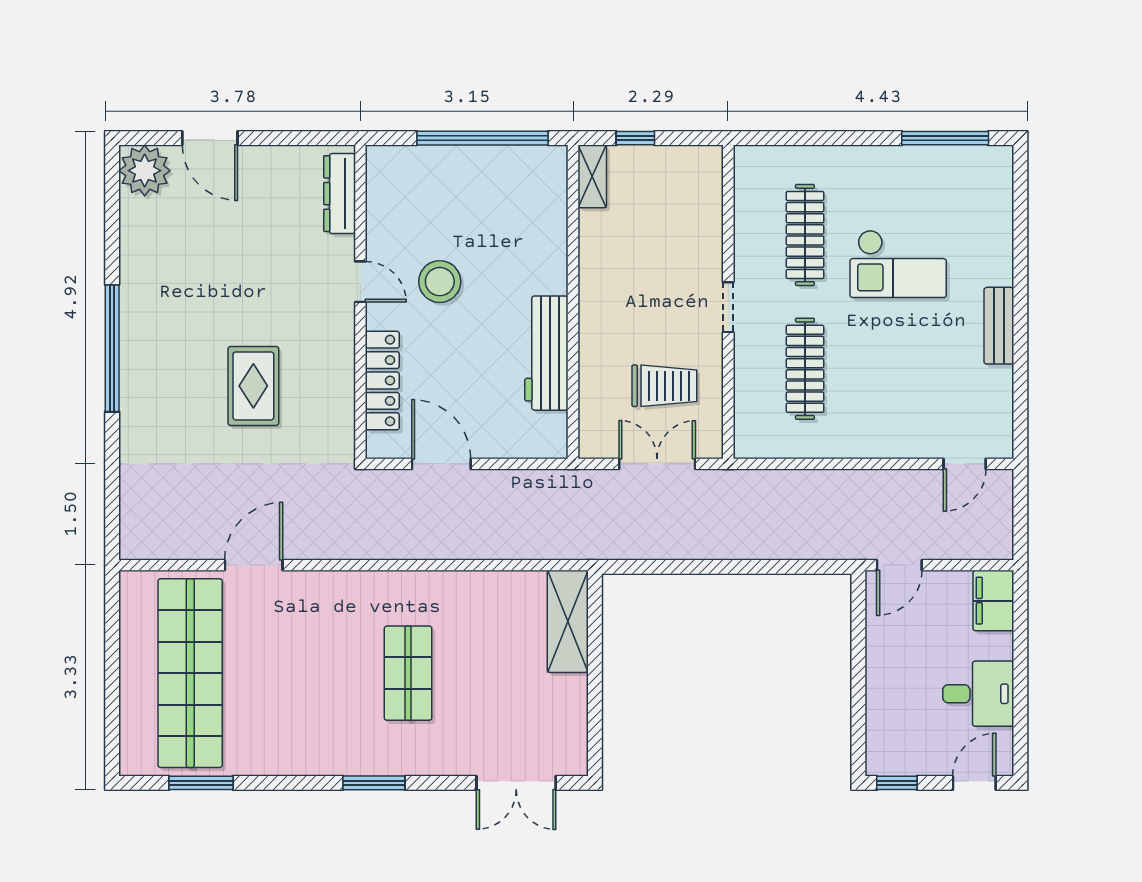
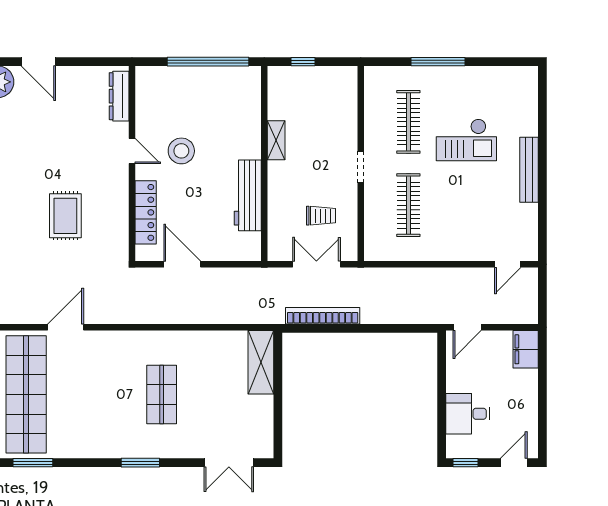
window: (945, 138) -> (438, 62), moved
shelving: (592, 176) -> (276, 140), moved
bench: (999, 326) -> (529, 170), width x1.36
trolley: (664, 386) -> (321, 216), width x0.73, depth x0.72
bookcase: (667, 547) -> (323, 316), added
desk: (978, 694) -> (468, 414), moved, turned 180

